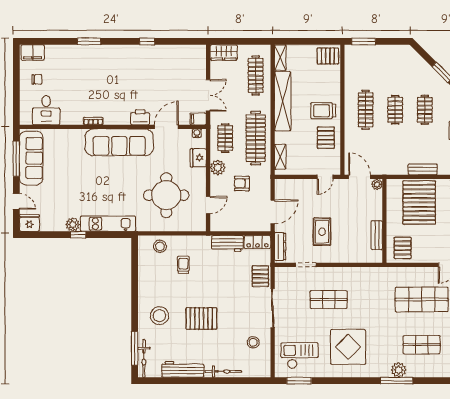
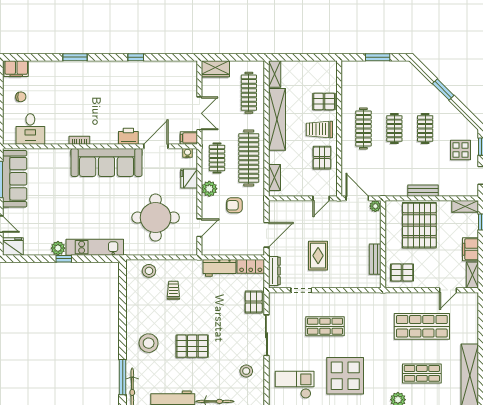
window: (364, 41) -> (378, 57), moved
pallet: (328, 56) -> (324, 101), moved
pallet: (403, 248) -> (402, 272), turned 90

